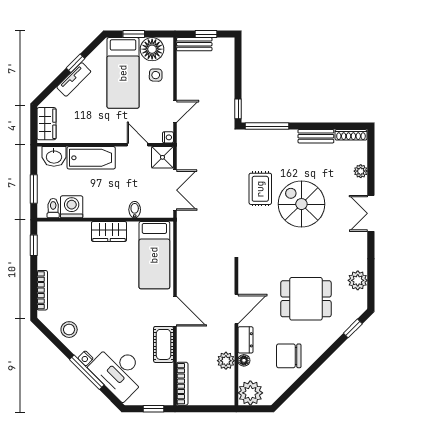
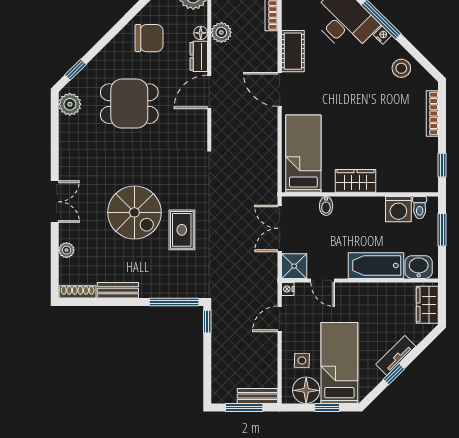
window: (206, 34) -> (244, 408), width x1.50
plant: (358, 280) -> (70, 104), moved

